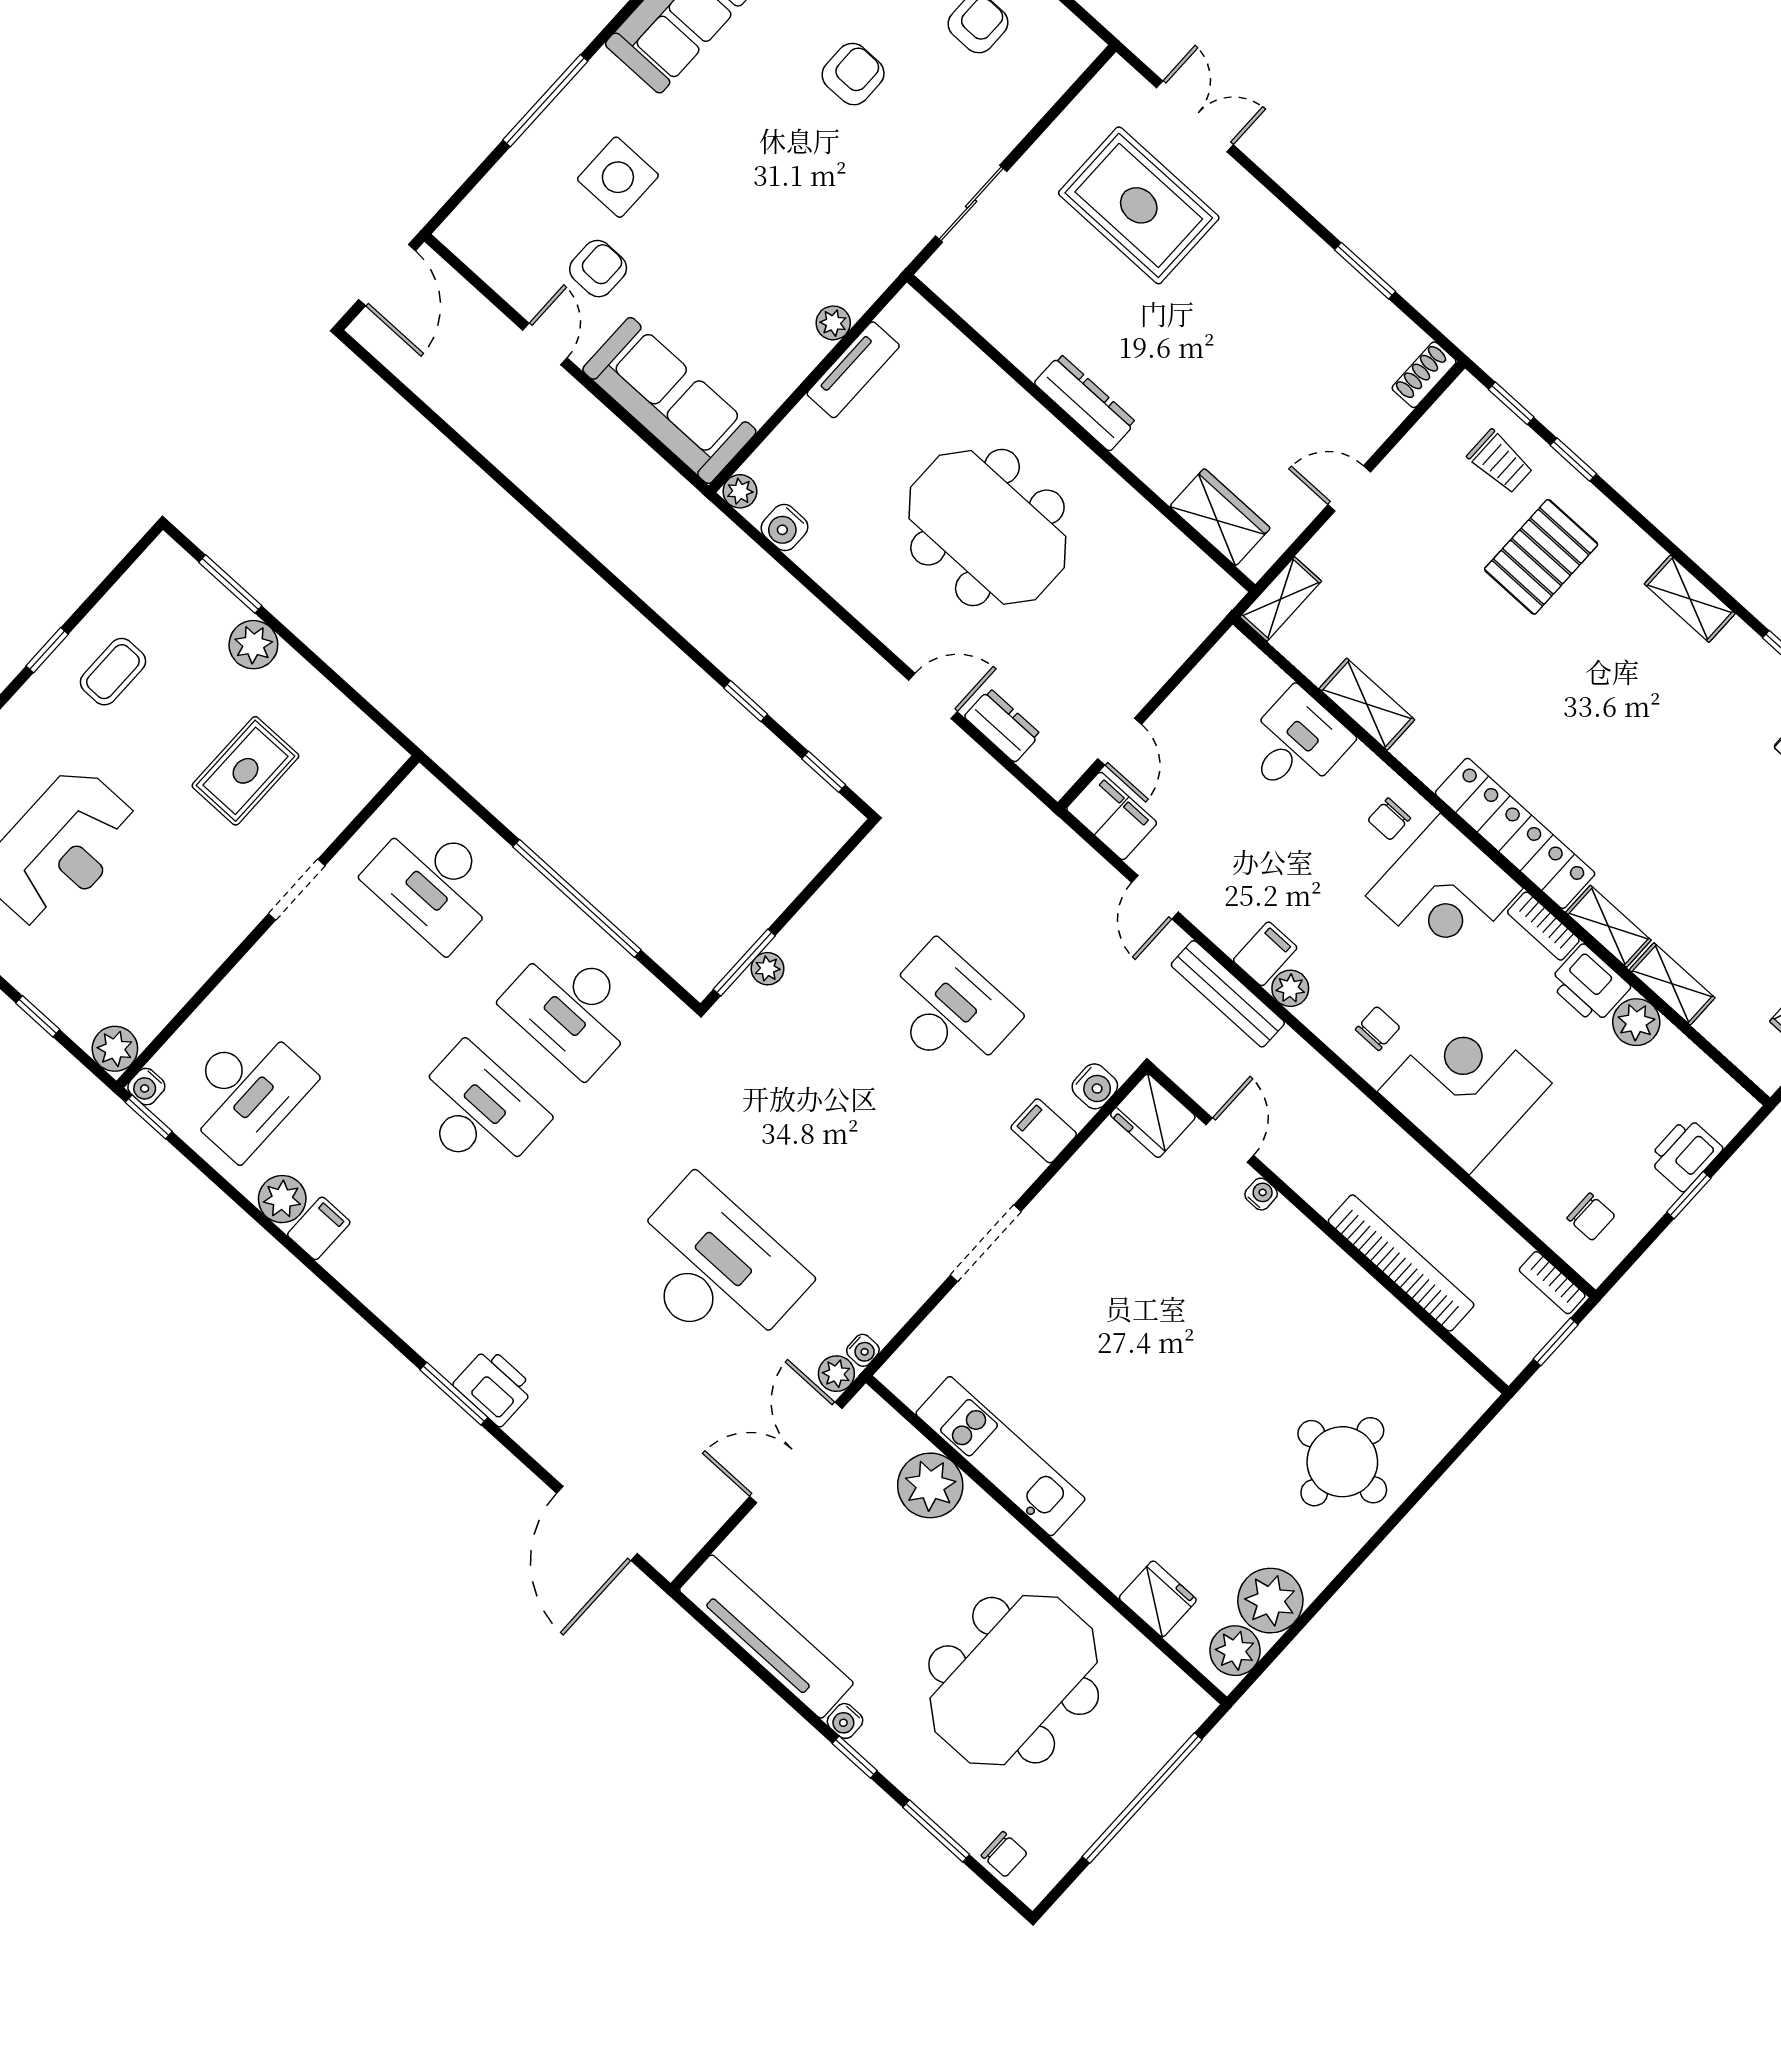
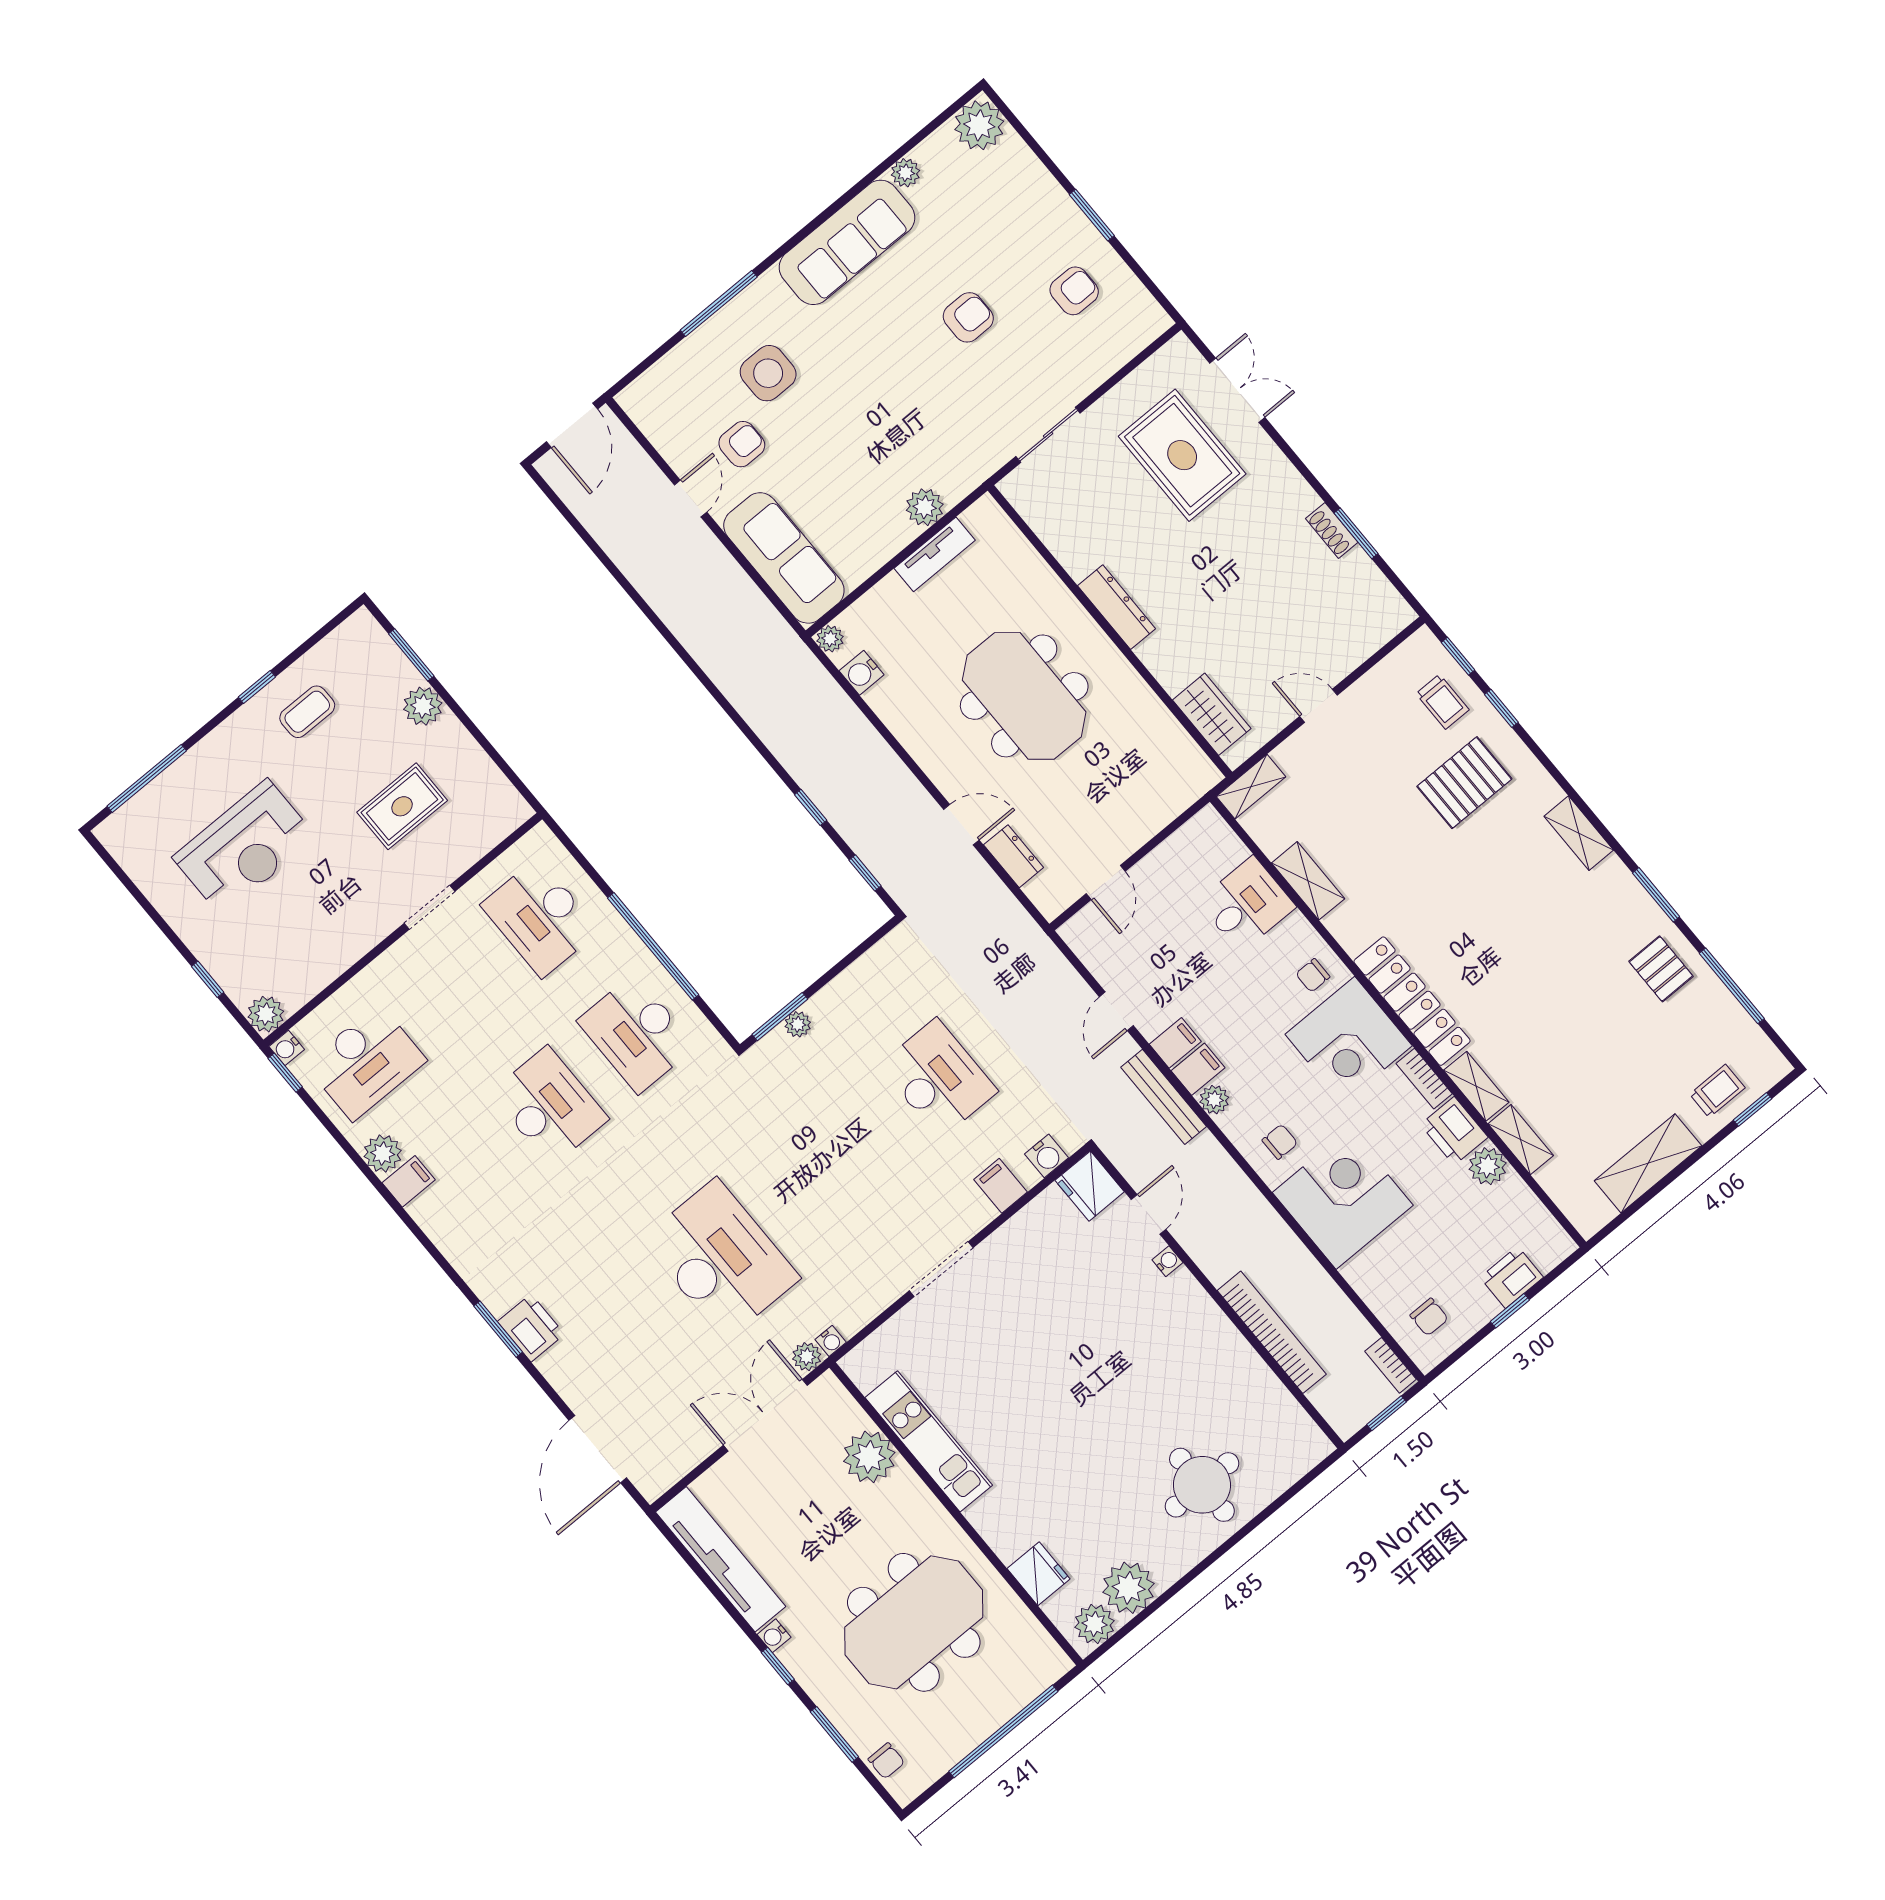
plant: (833, 323) -> (925, 507), width x1.38, depth x1.38
shoe rack: (1424, 375) -> (1332, 530), moved, turned -90
filing cabinet: (1112, 816) -> (1175, 1043), moved, width x0.50

